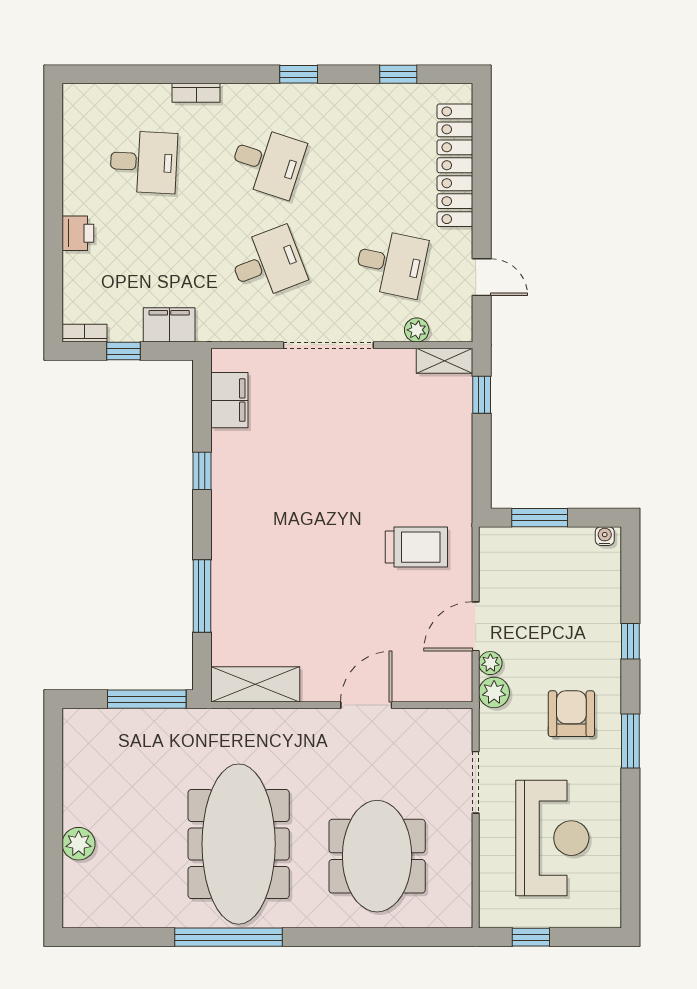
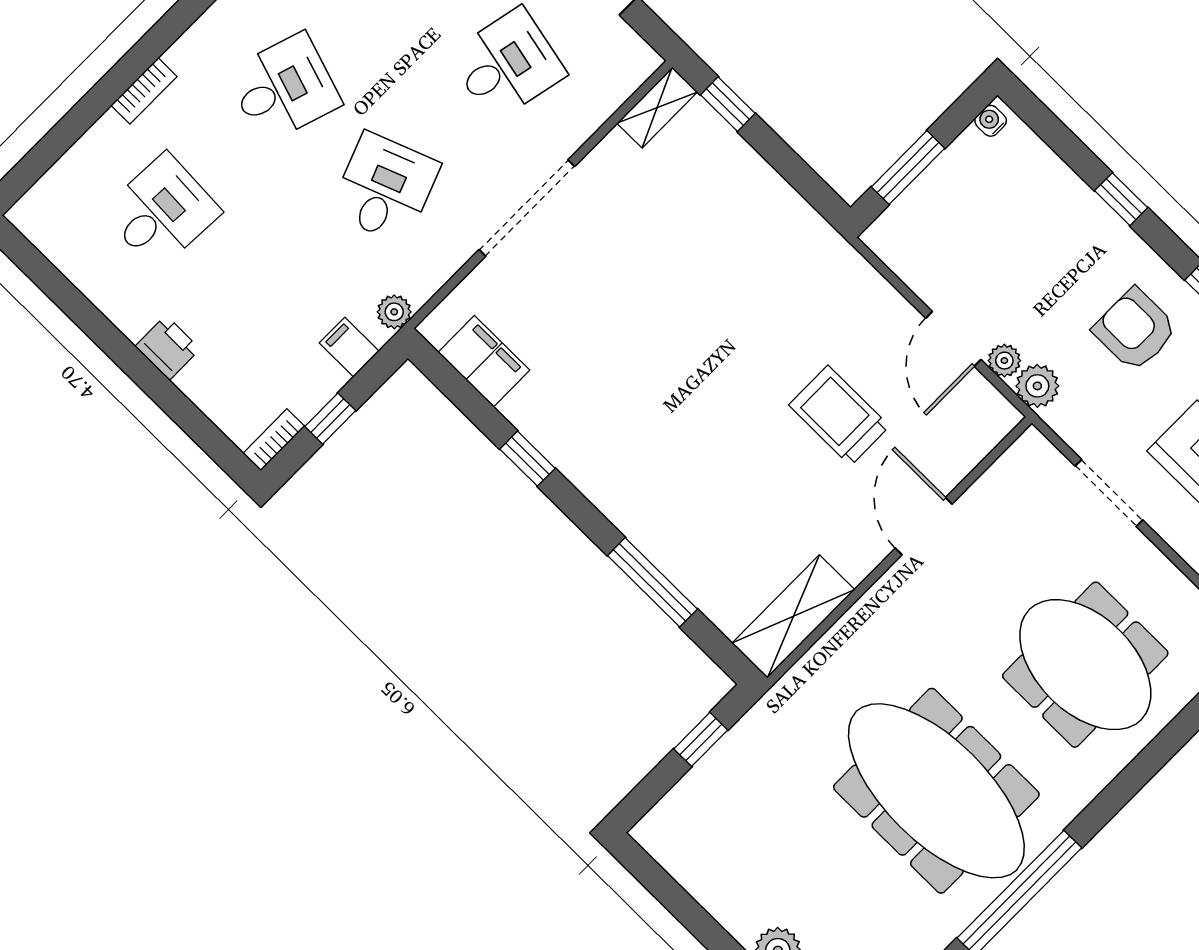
filing cabinet: (169, 325) -> (349, 347), width x0.50
plant: (417, 330) -> (394, 312), moved
trolley: (416, 547) -> (839, 416), moved, turned -90
window: (147, 699) -> (701, 739), width x0.46

